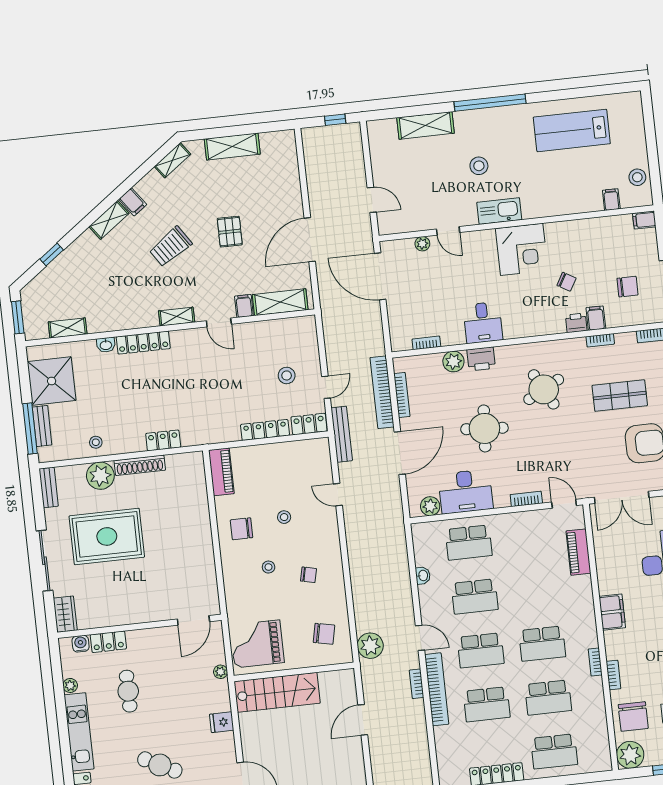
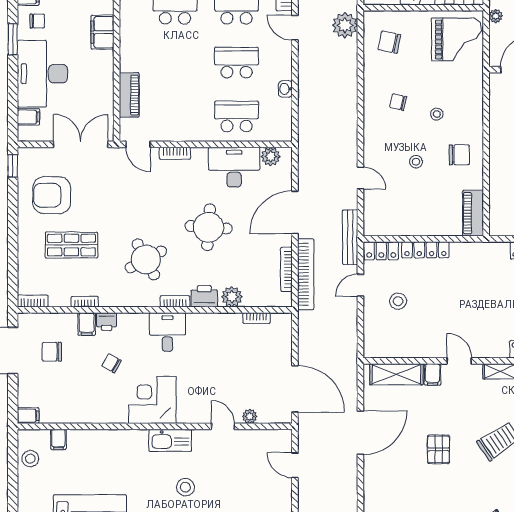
desk: (483, 323) -> (167, 332), moved
bookcase: (510, 351) -> (175, 301), added

